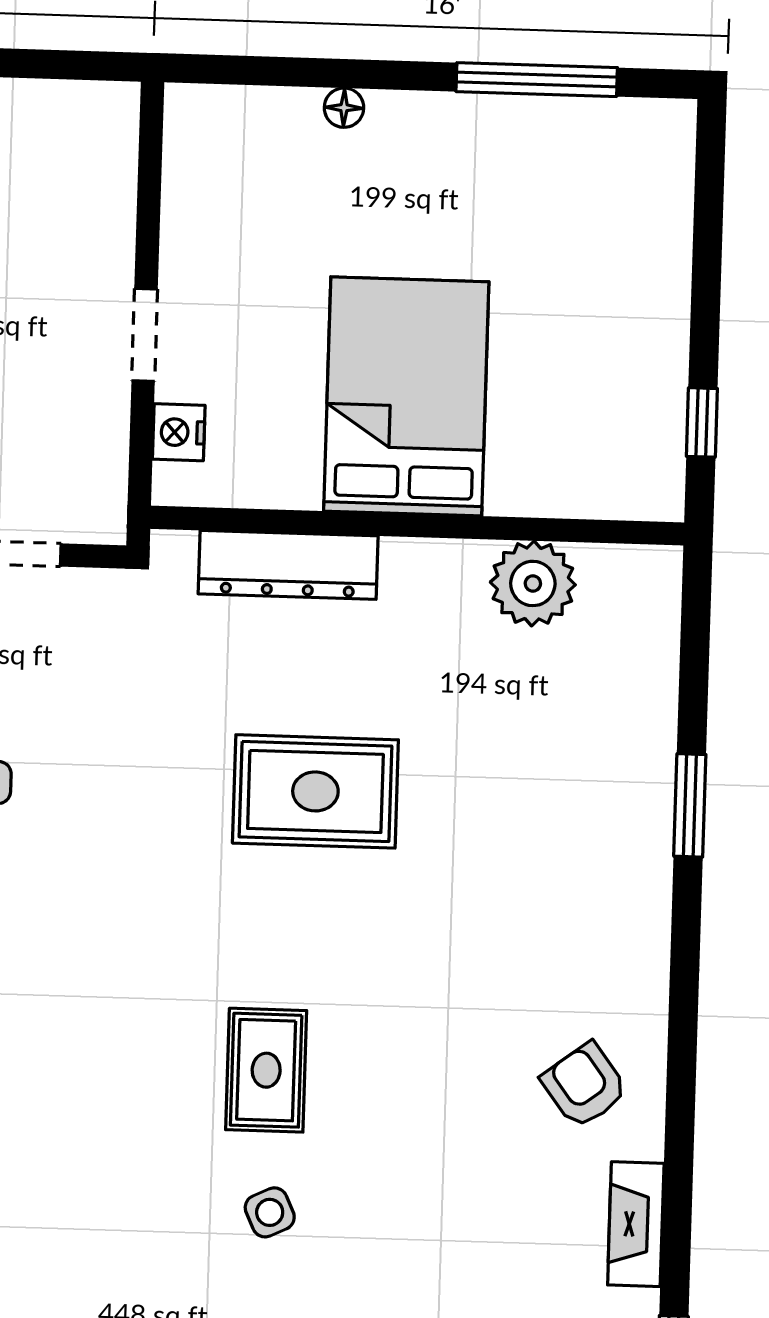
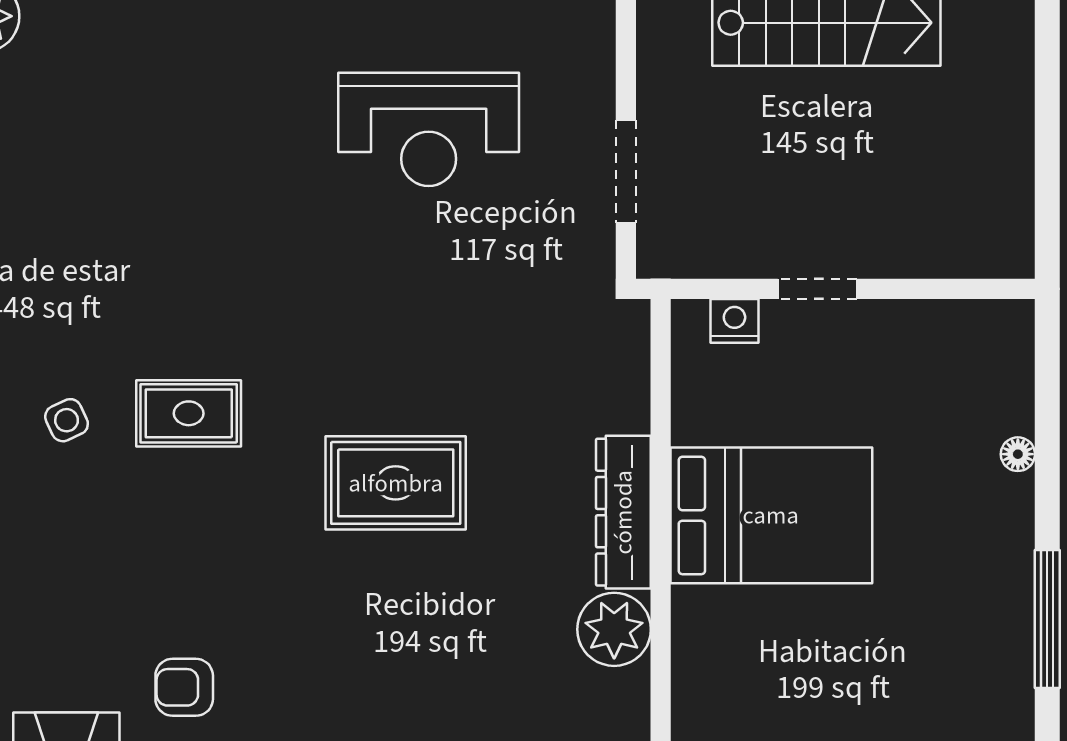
dresser: (288, 565) -> (623, 512), moved
rug: (315, 791) -> (396, 483), moved, turned 90
armchair: (585, 1085) -> (184, 687), turned -143

